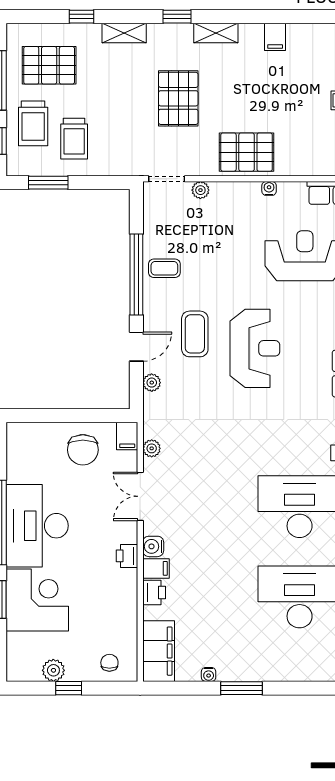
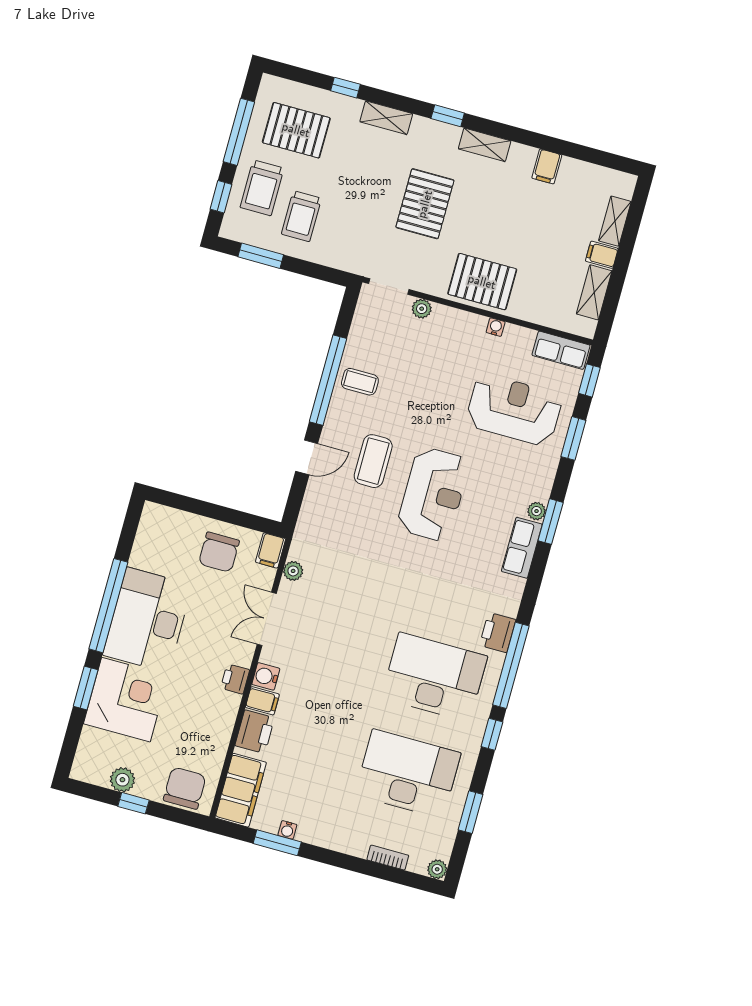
plant: (152, 383) -> (313, 500), removed
printer: (154, 592) -> (255, 732), width x1.36, depth x1.24
chair: (109, 663) -> (185, 788), width x1.87, depth x1.87
bookcase: (302, 674) -> (388, 858), added
window: (242, 688) -> (277, 843), moved

